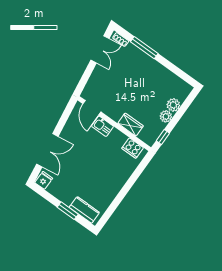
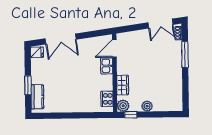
plant: (173, 105) -> (123, 106), moved

